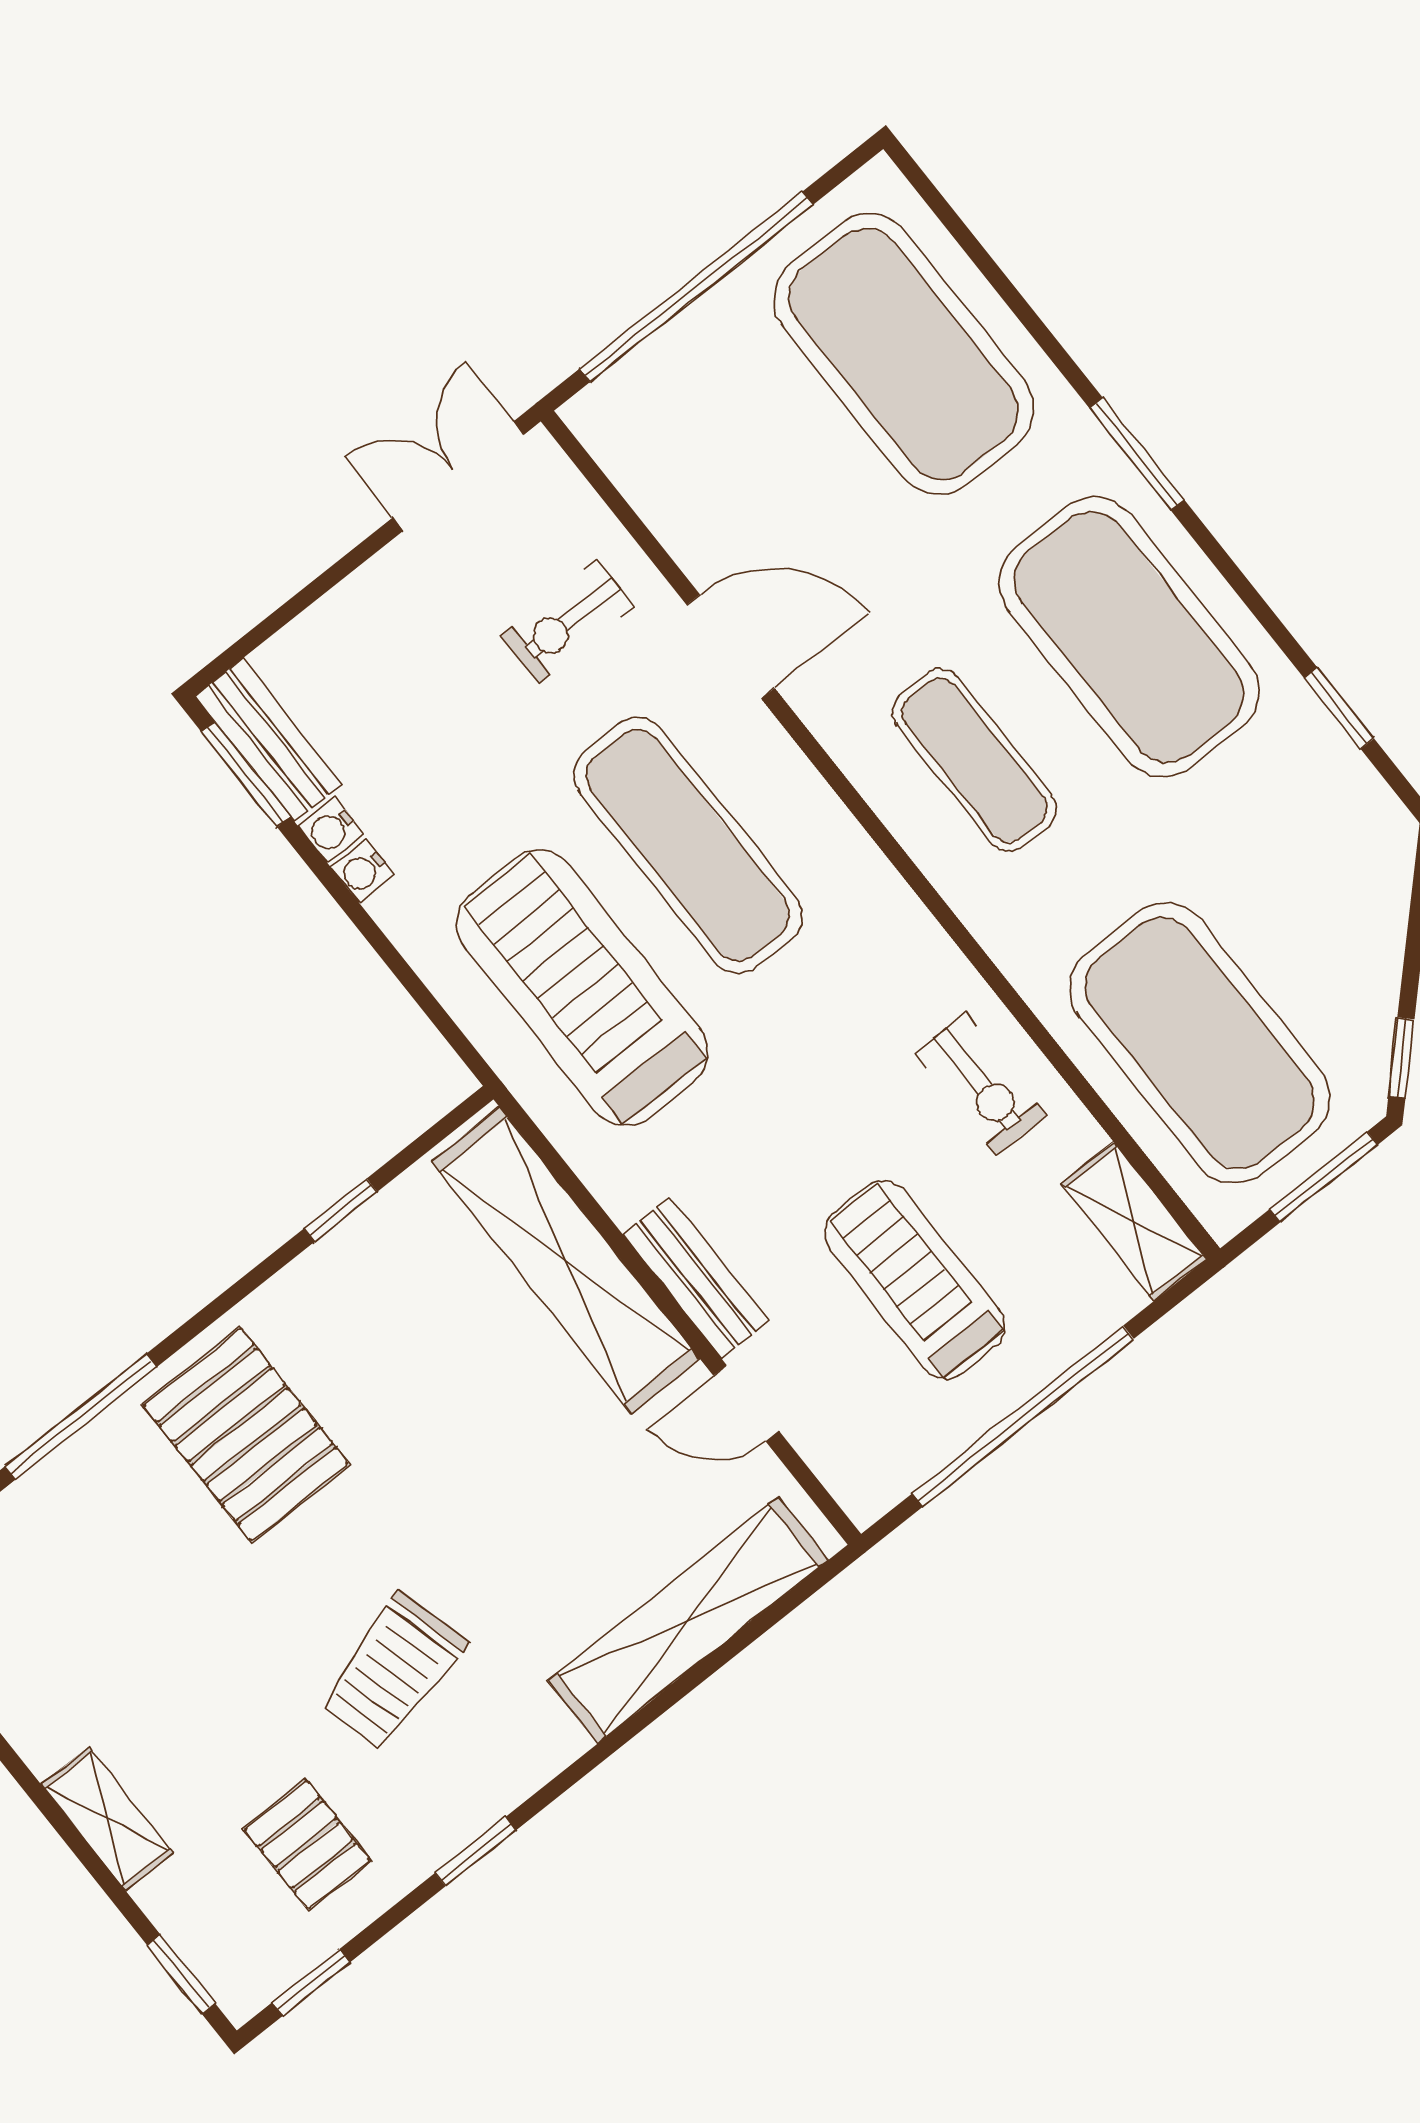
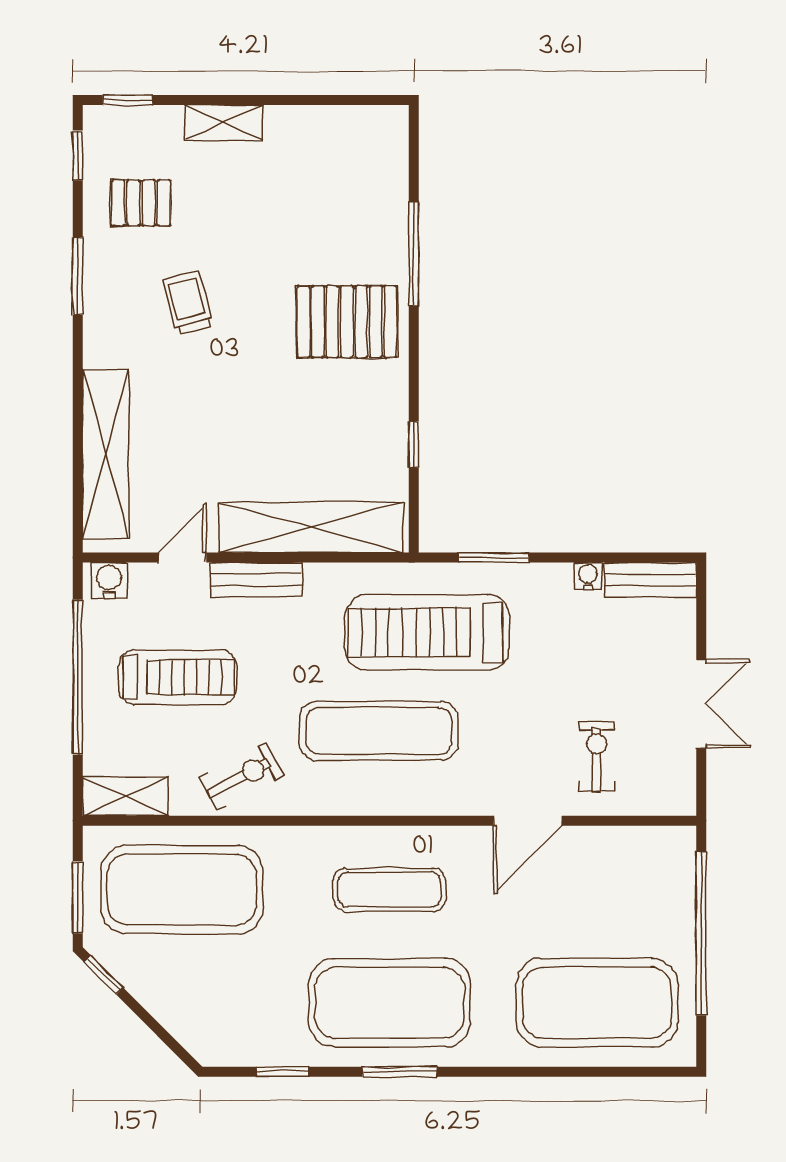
window: (1137, 454) -> (400, 1072), moved
double door: (458, 476) -> (701, 704), moved
window: (246, 774) -> (494, 558), moved
exercise mat: (688, 845) -> (379, 731), moved
water cooler: (363, 871) -> (109, 580), moved, width x1.38, depth x1.38
treadmill: (582, 988) -> (427, 632), turned 180
exercise bike: (981, 1084) -> (242, 777), turned 152
trolley: (392, 1672) -> (188, 303), width x0.73, depth x0.72
window: (476, 1852) -> (78, 276), width x1.50

